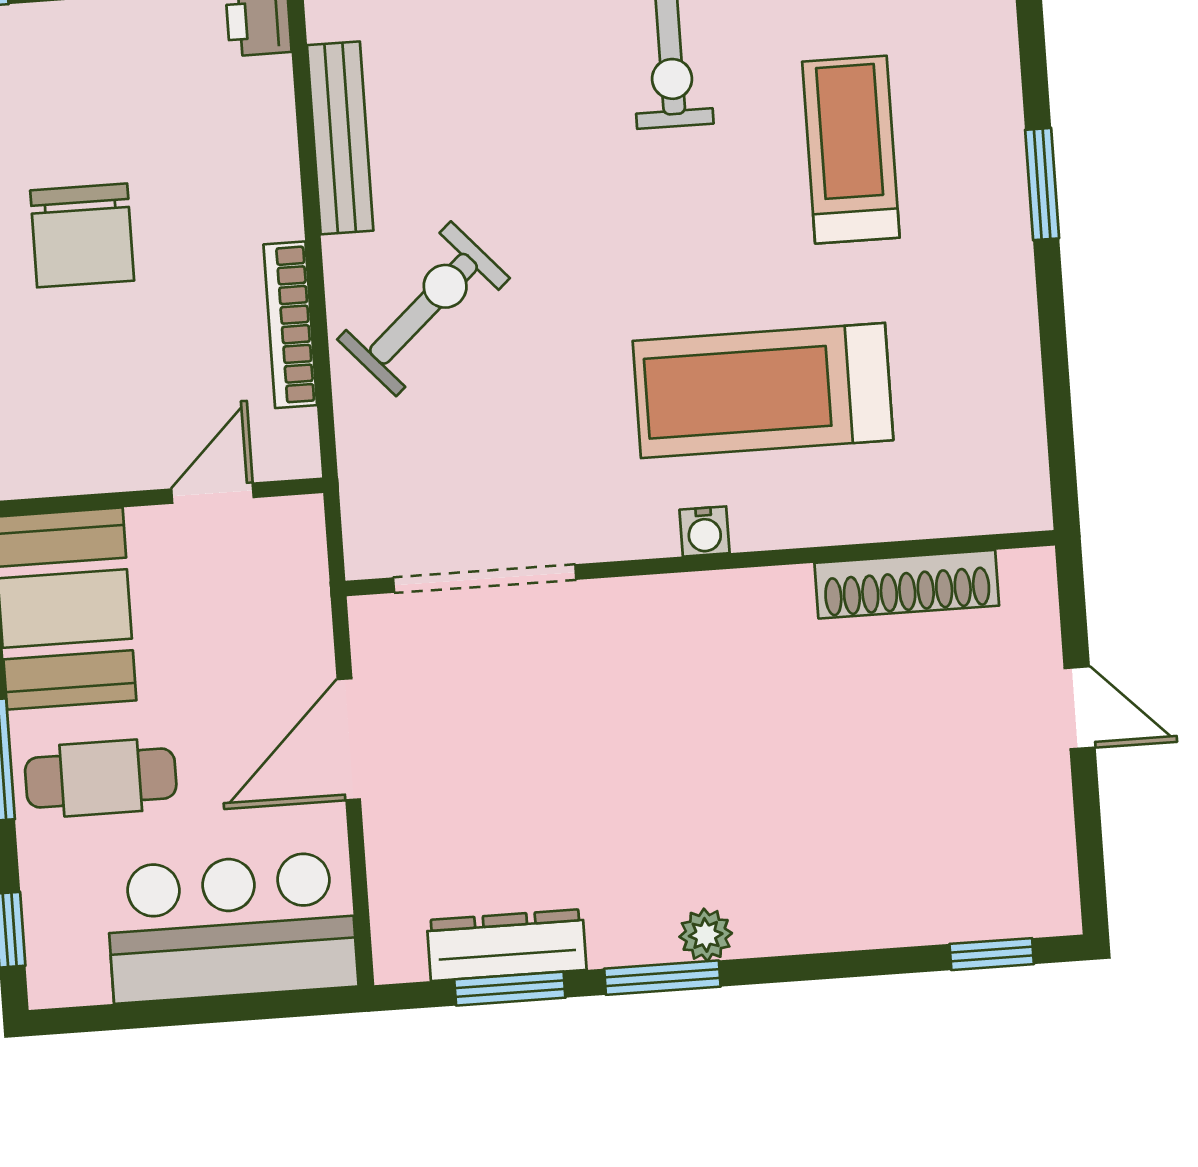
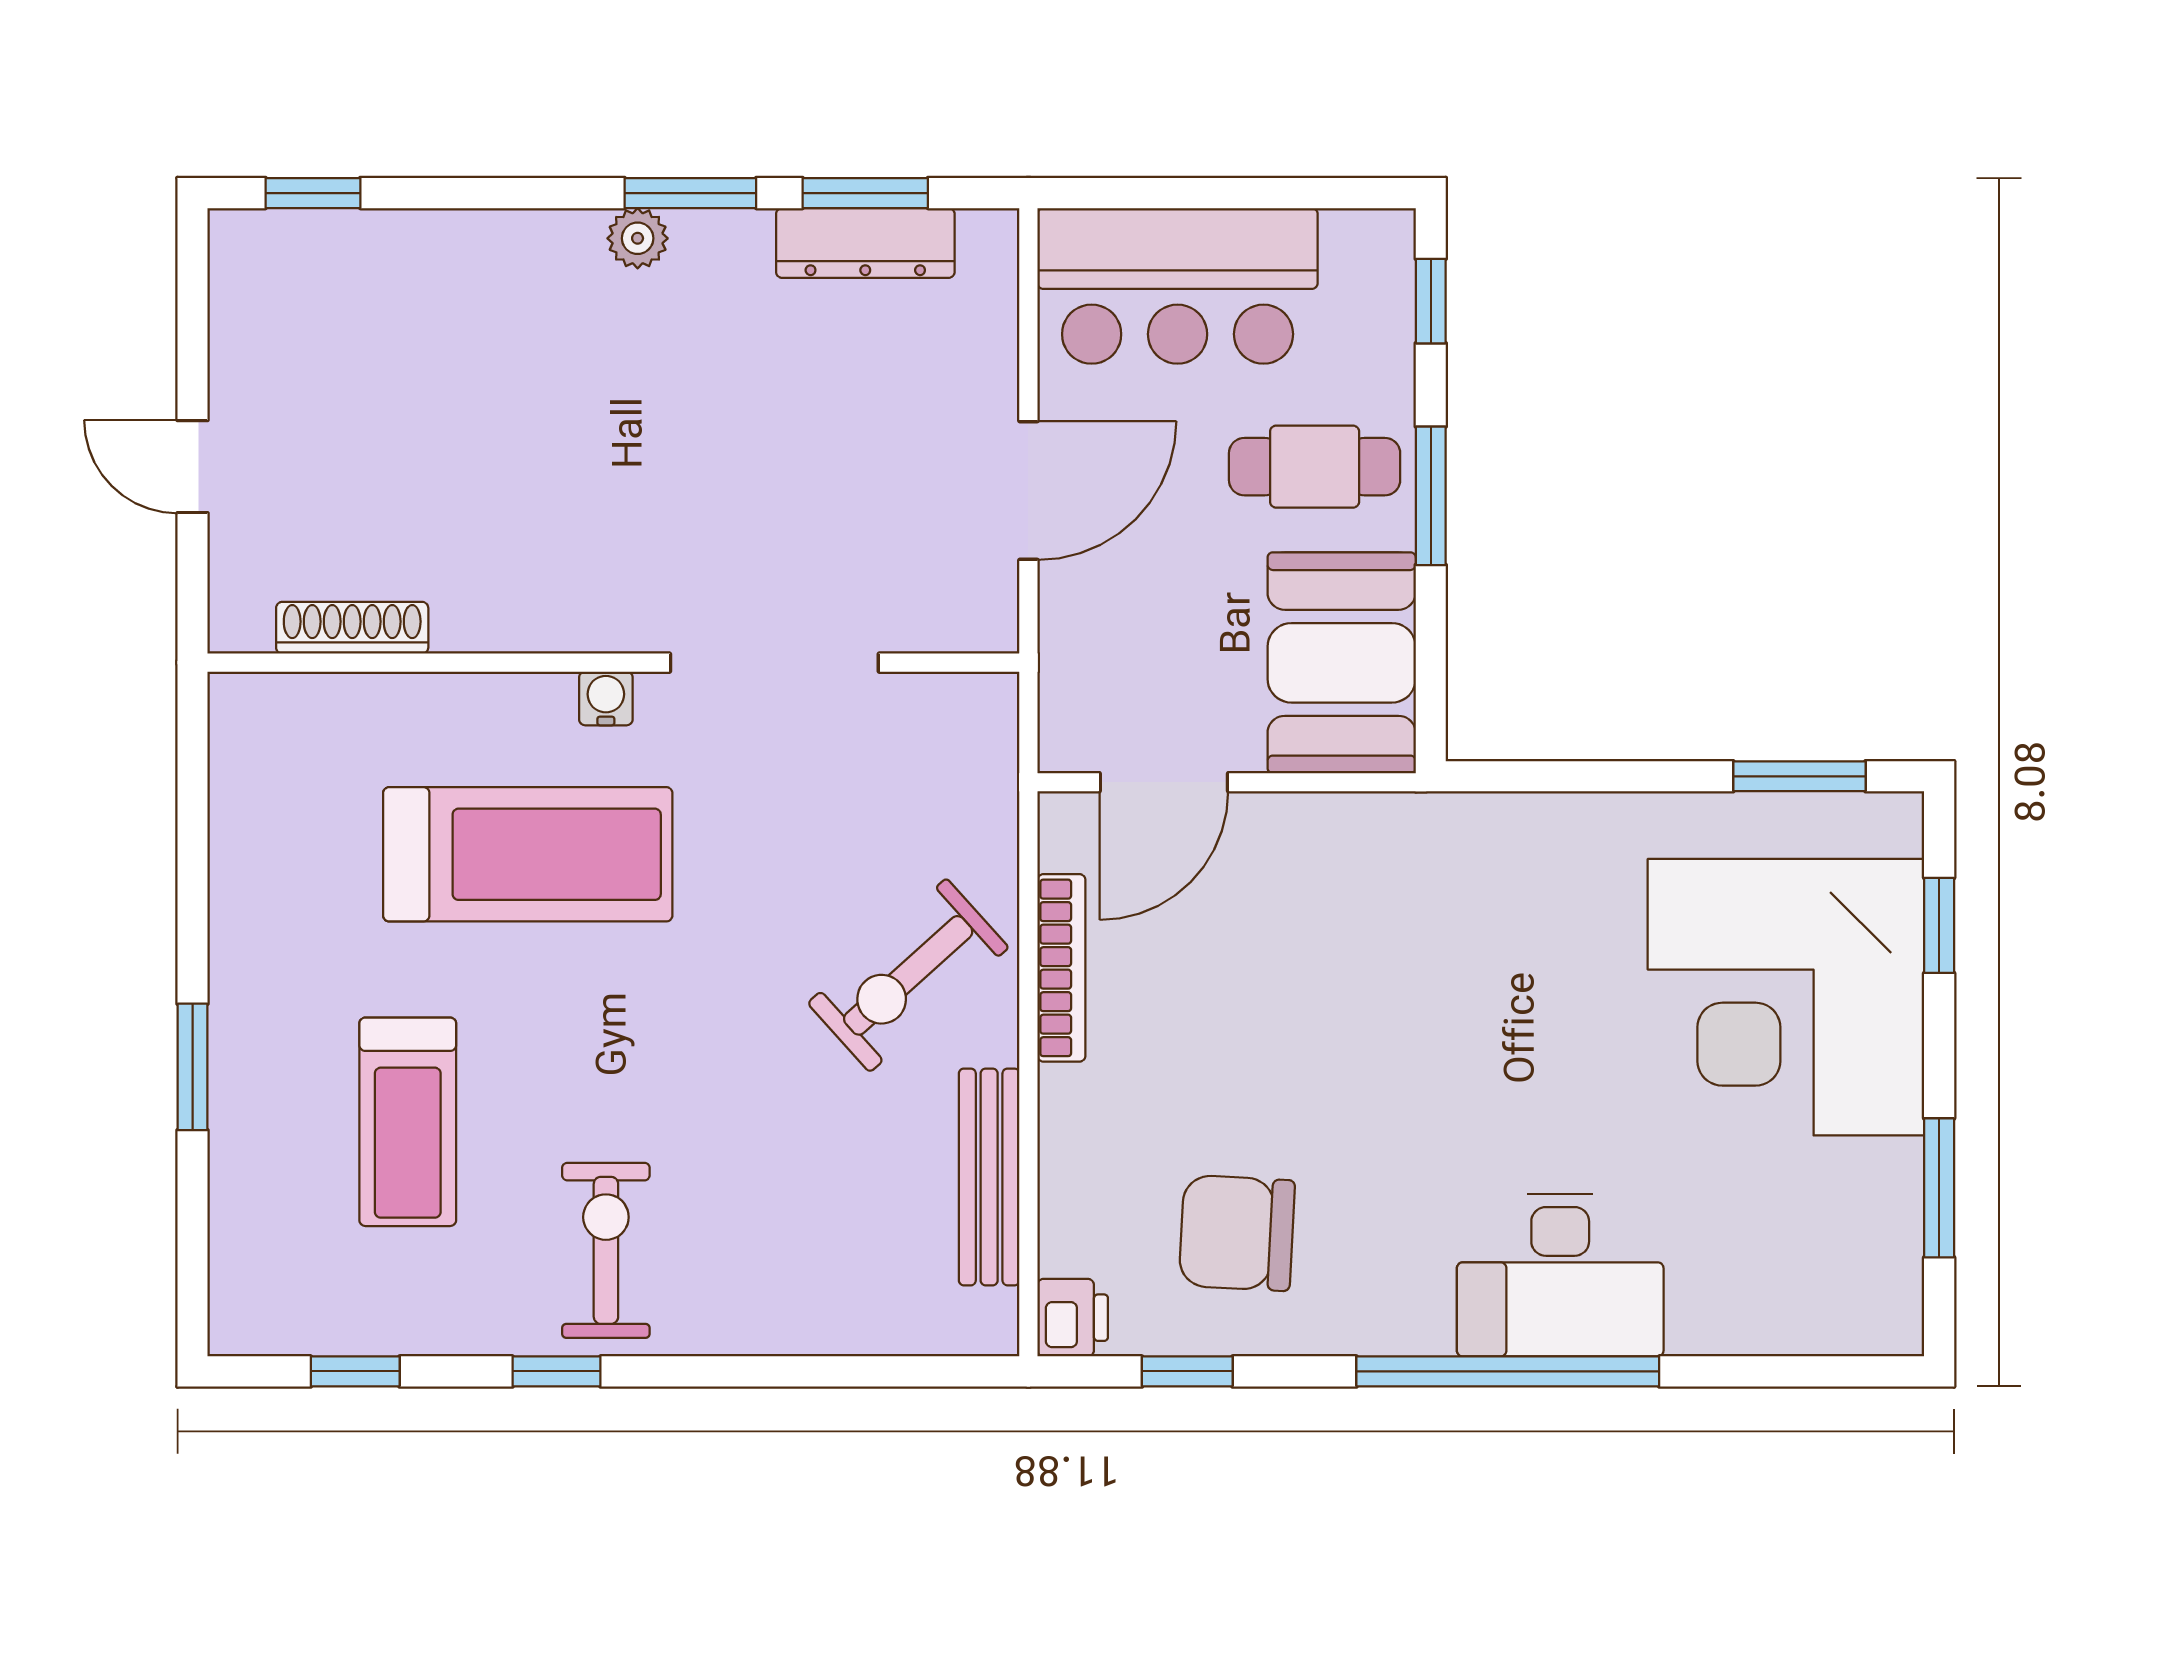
chair: (82, 235) -> (1237, 1233), moved, turned -87
door: (212, 493) -> (1164, 782), width x1.38
doorway: (485, 579) -> (774, 663), moved
shoe rack: (907, 584) -> (352, 628), width x0.74, depth x0.81

